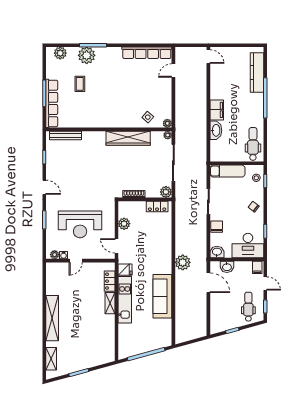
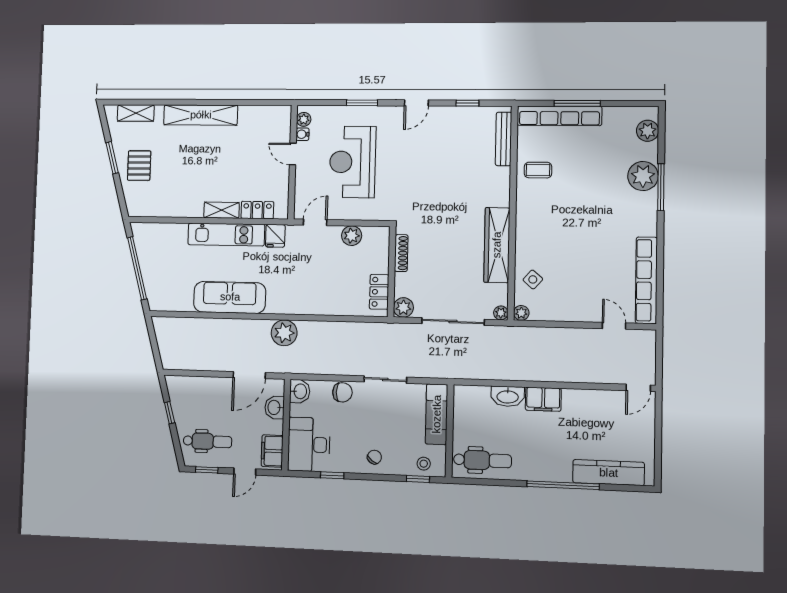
coffee table: (80, 84) -> (538, 170), moved
filing cabinet: (257, 267) -> (272, 451), width x2.00
pallet: (83, 355) -> (139, 166), added

